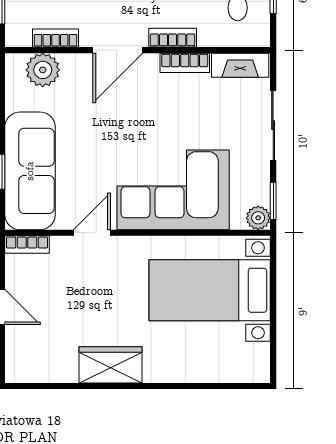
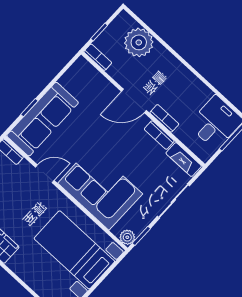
bookcase: (56, 38) -> (98, 57), moved
plant: (43, 70) -> (91, 78), removed

